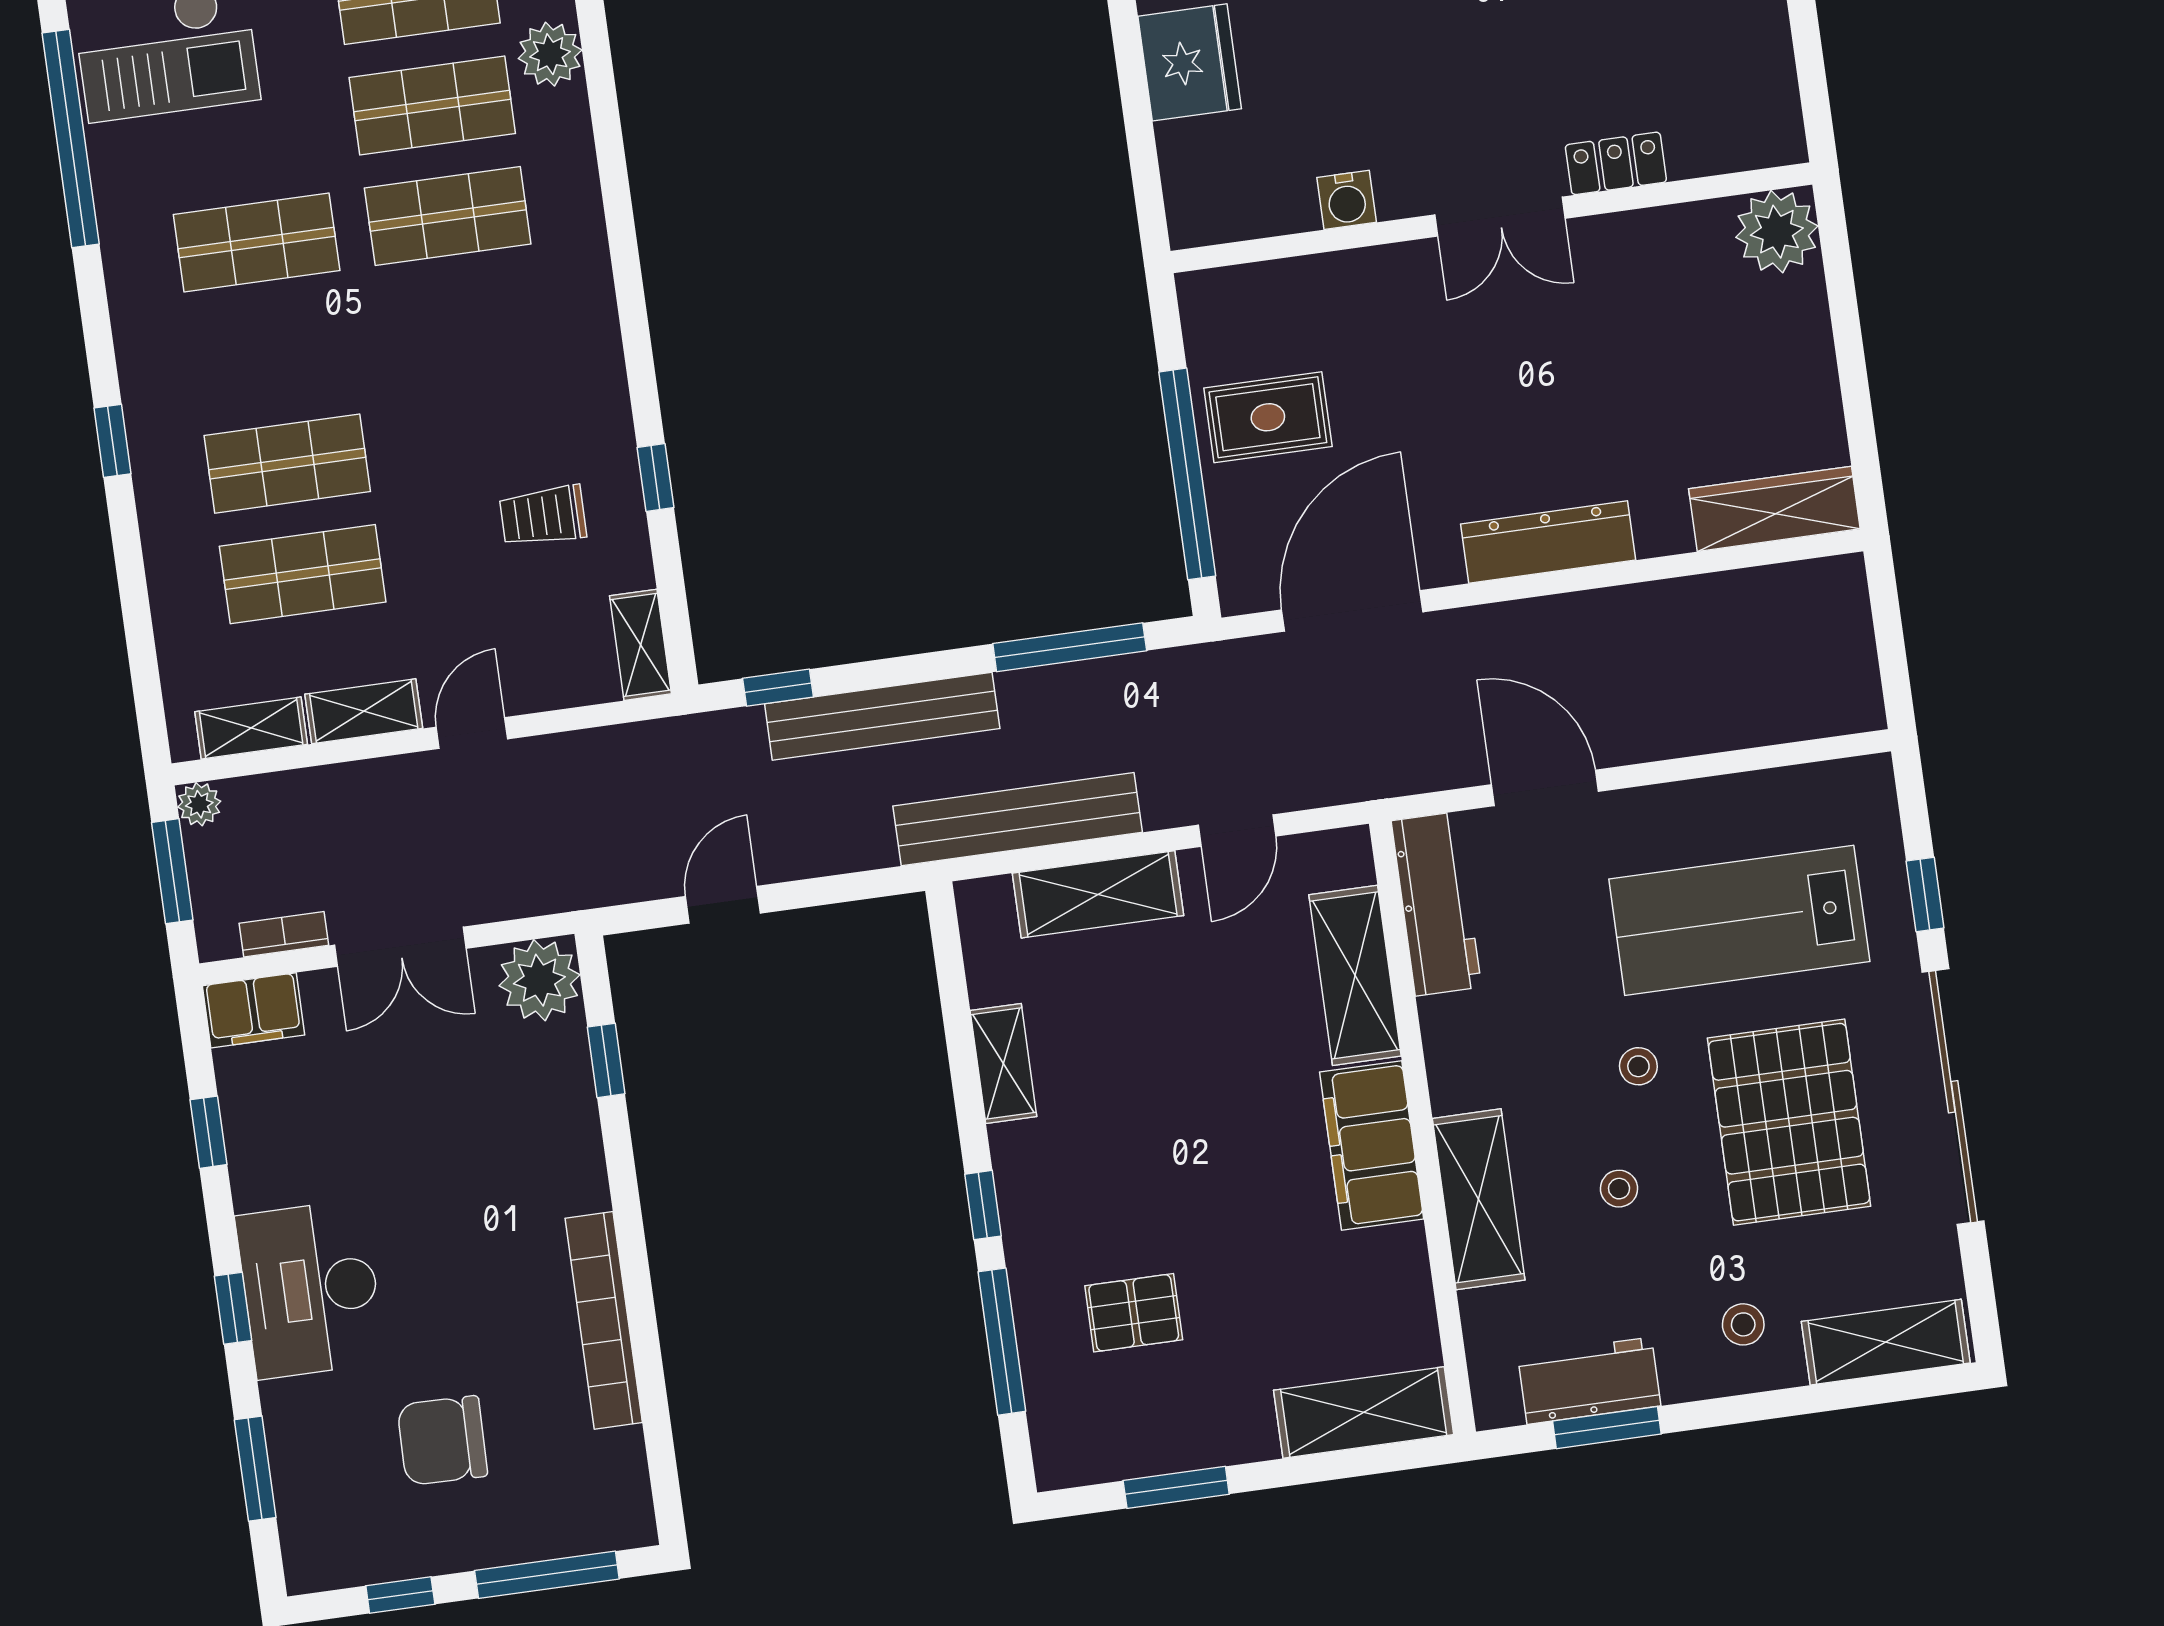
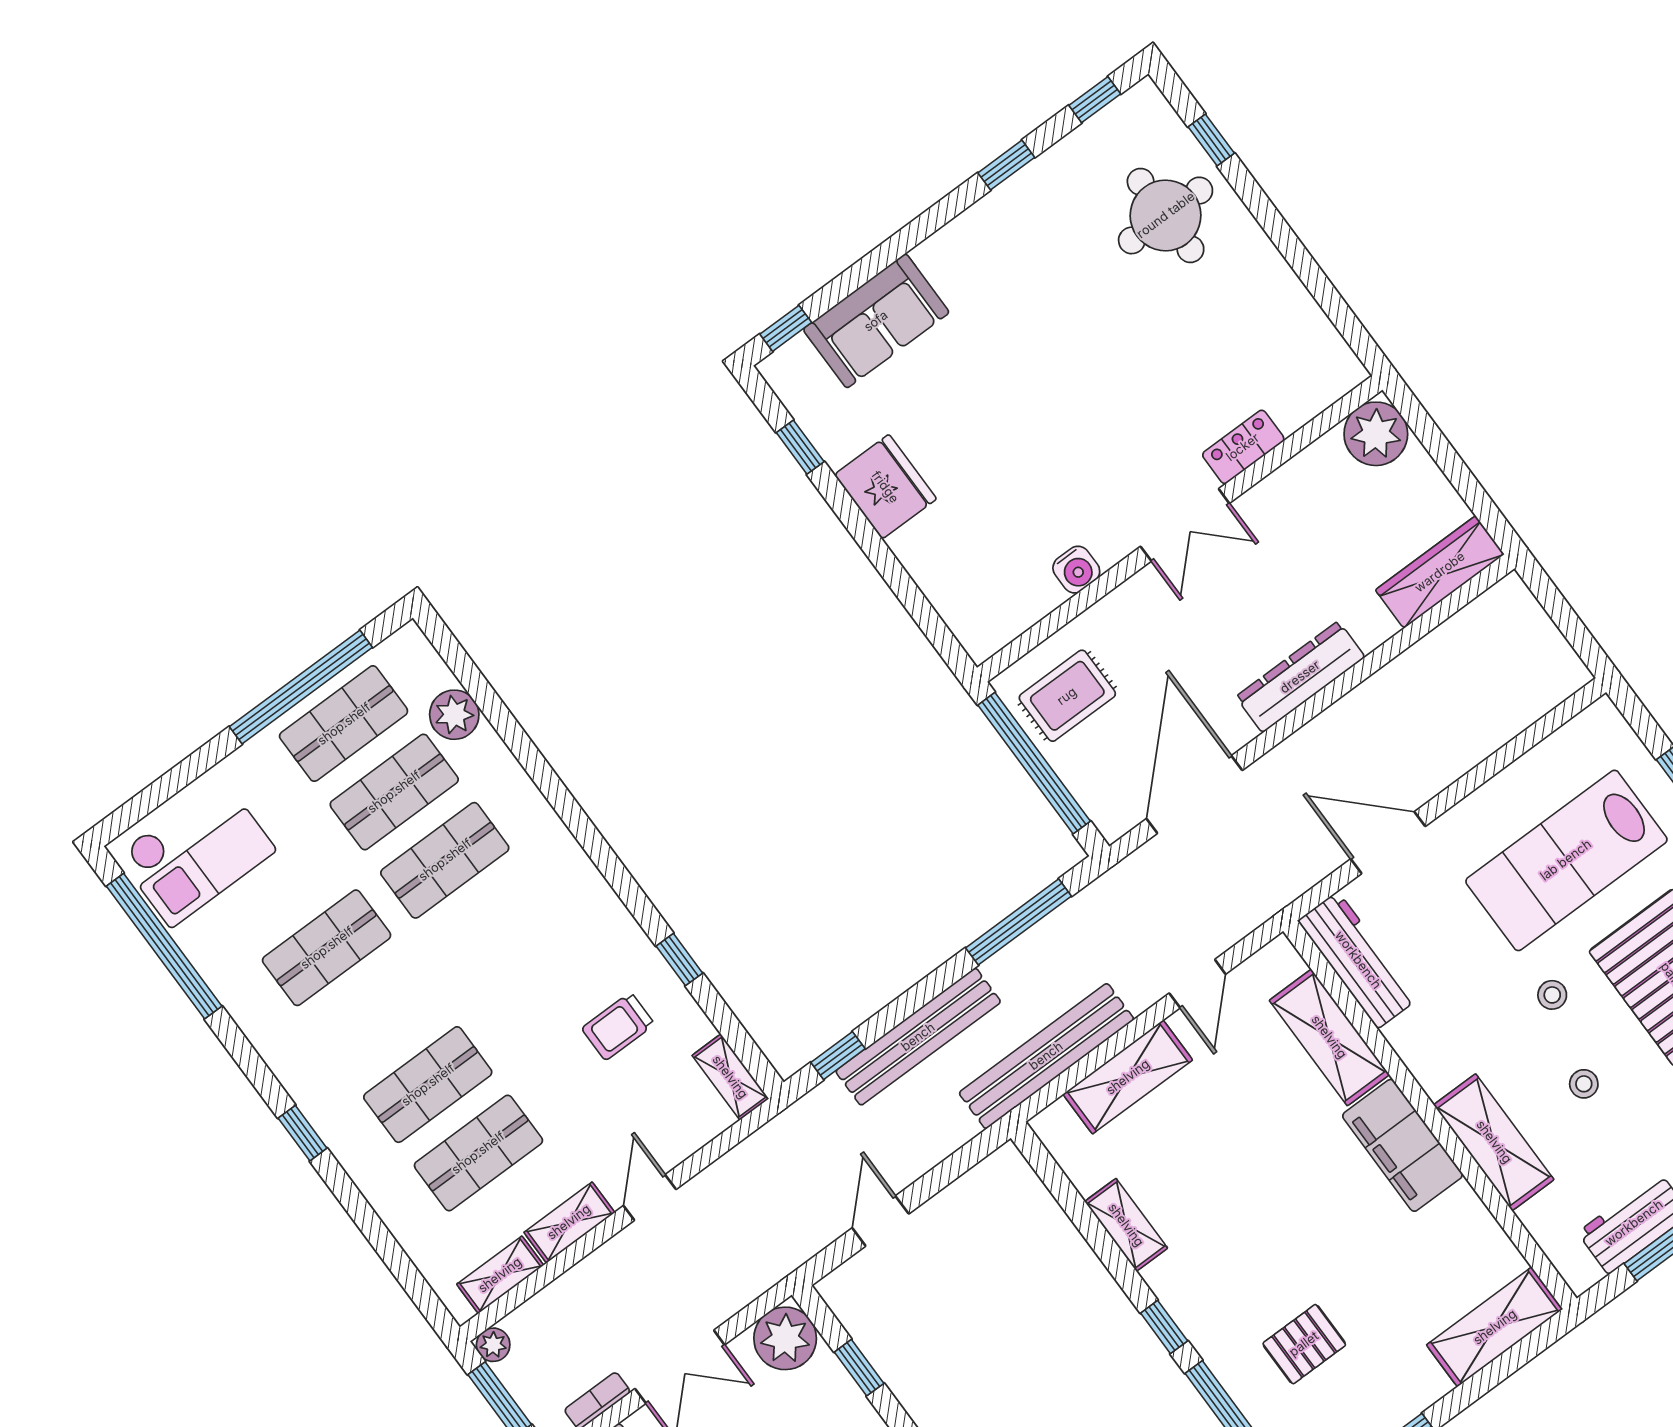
locker: (1616, 163) -> (1243, 447), moved
water cooler: (1347, 200) -> (1076, 570), moved
double door: (1500, 217) -> (1185, 525), moved
wall: (1491, 218) -> (1180, 529), moved
plant: (1777, 232) -> (1376, 434), moved

